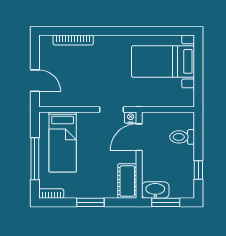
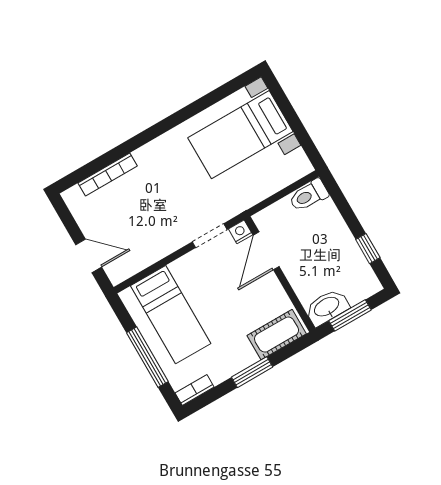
toilet: (182, 137) -> (309, 195), moved
cot: (127, 181) -> (277, 335), moved, turned 90

